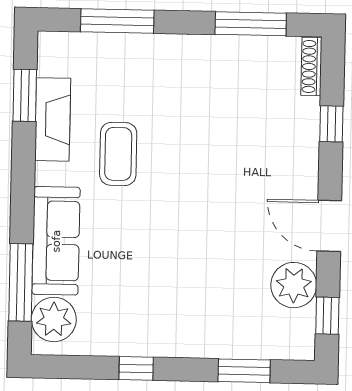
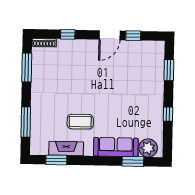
window: (21, 282) -> (133, 161), width x0.69
plant: (294, 285) -> (134, 50), removed
window: (327, 316) -> (133, 36), moved

